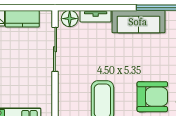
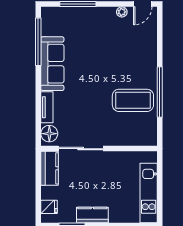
kitchen counter: (22, 19) -> (49, 168), moved
armchair: (152, 97) -> (129, 50), removed

